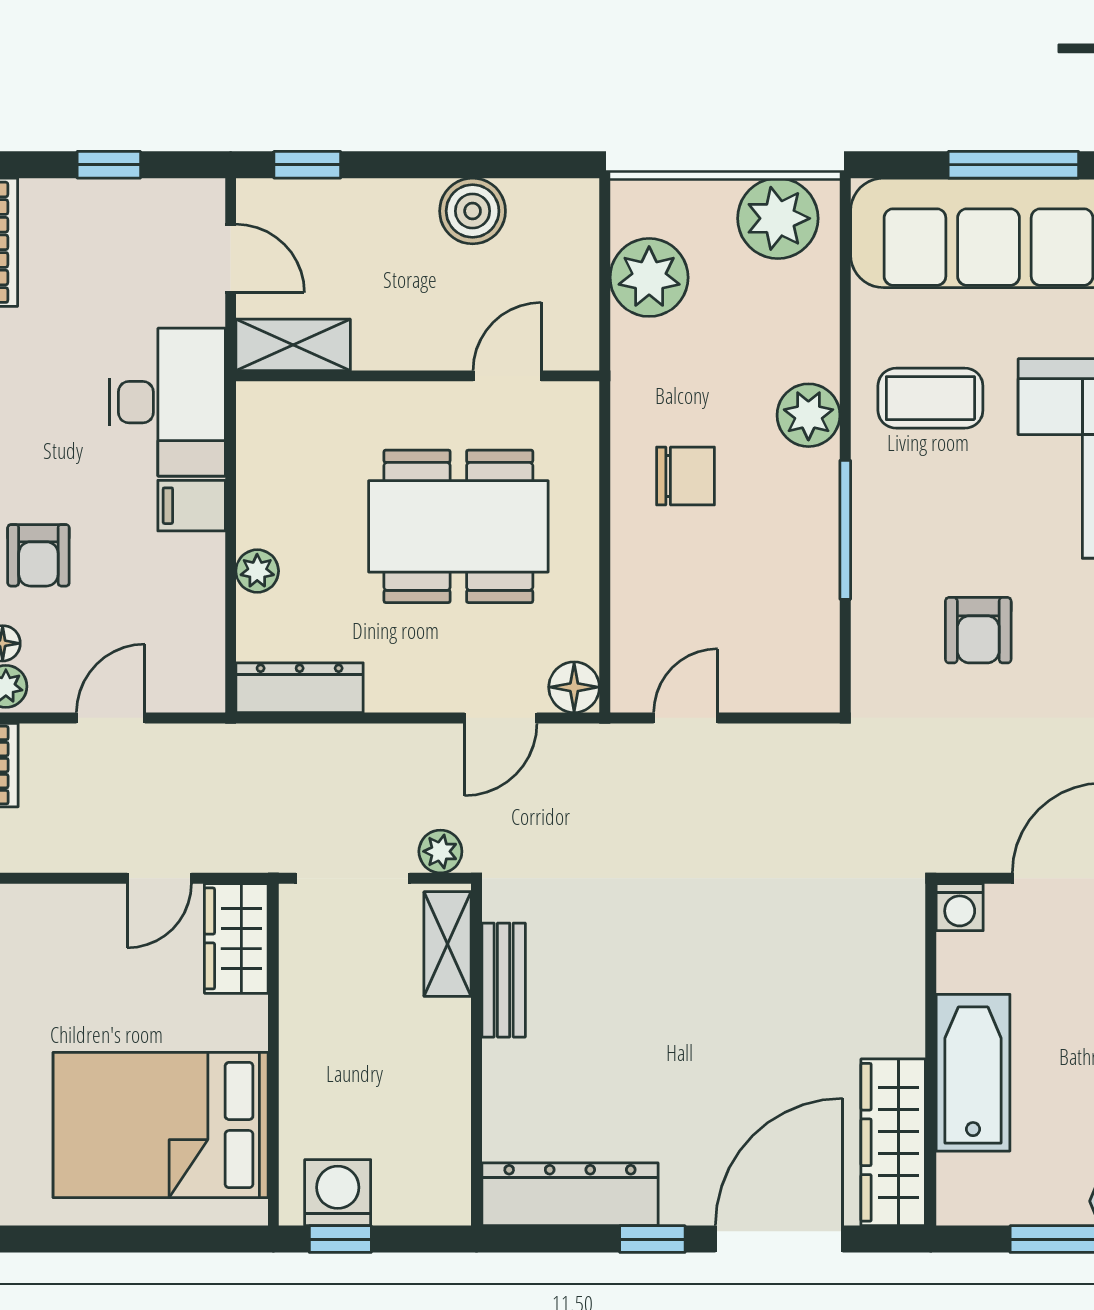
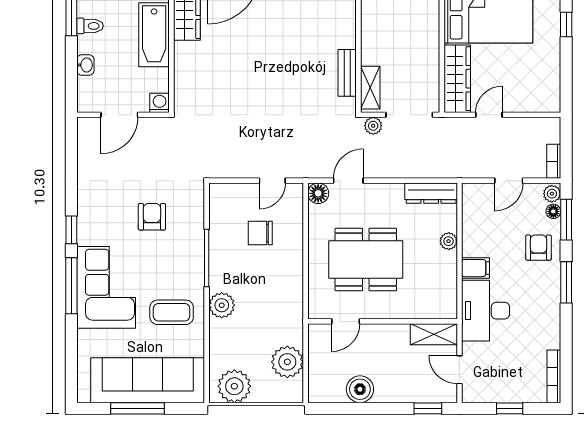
chair: (685, 476) -> (260, 233), moved
wardrobe: (236, 938) -> (457, 79), width x1.50

